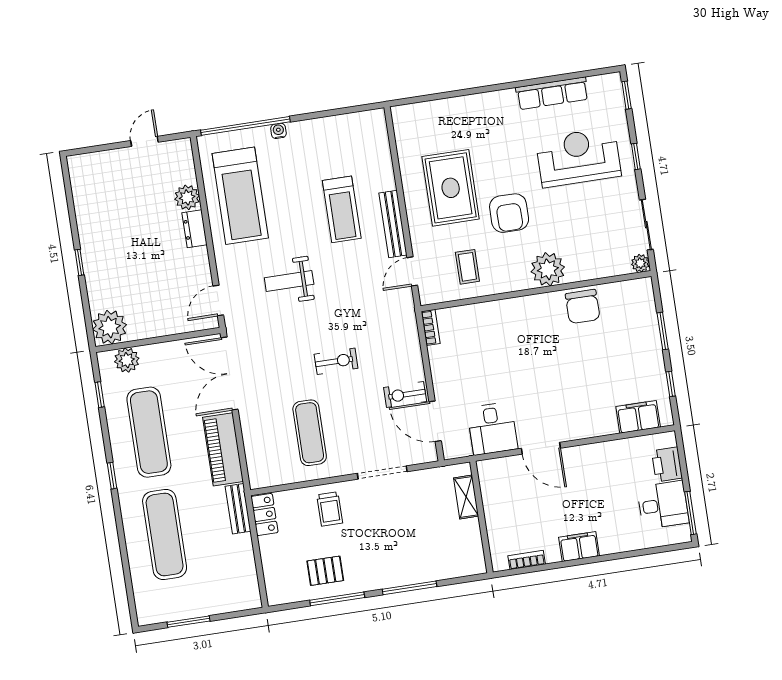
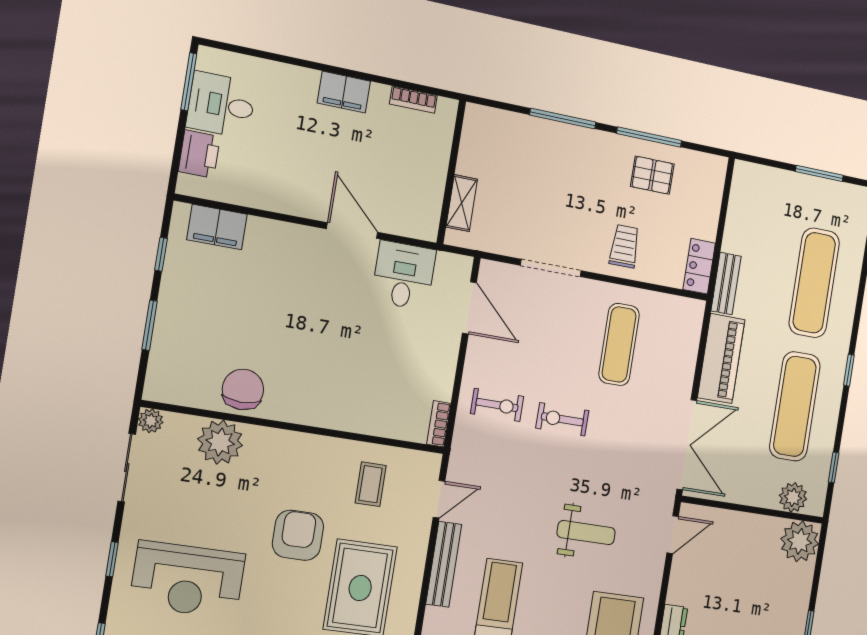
plant: (548, 269) -> (220, 442), moved
exercise bike: (405, 394) -> (497, 405), moved

